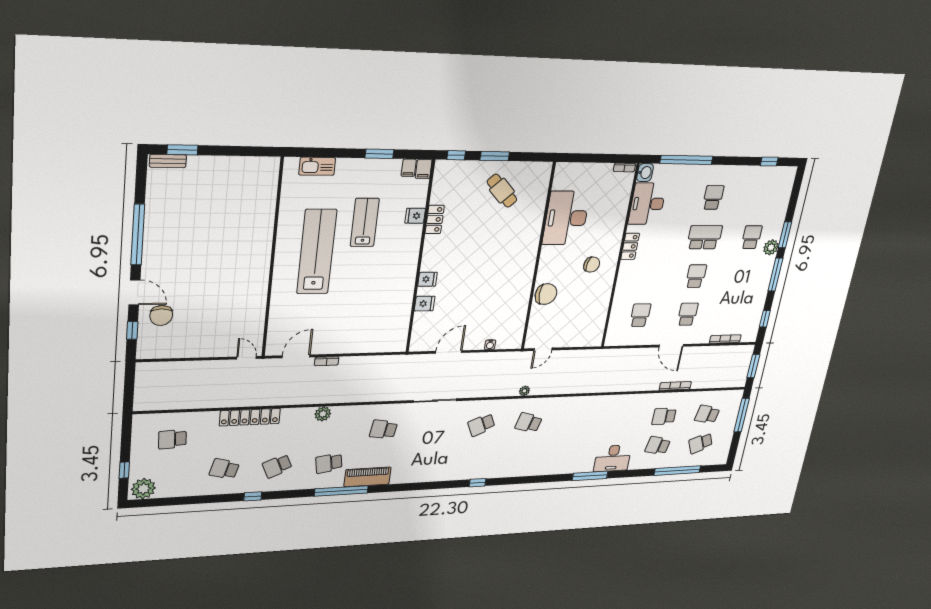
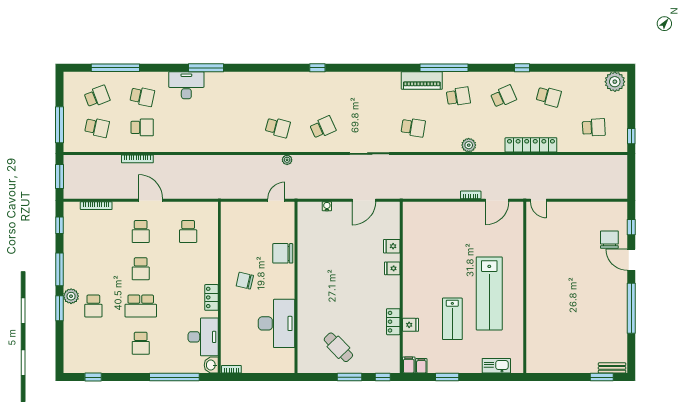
window: (124, 470) -> (631, 136), moved

